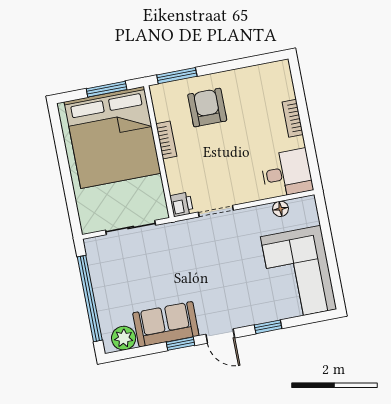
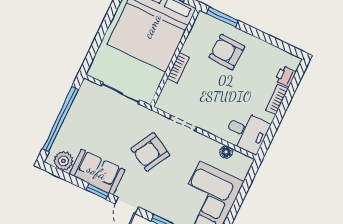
armchair: (207, 108) -> (227, 52), turned -87
bookcase: (166, 140) -> (178, 68), moved
printer: (181, 204) -> (285, 76), moved, turned 180
armchair: (204, 265) -> (150, 152), added

